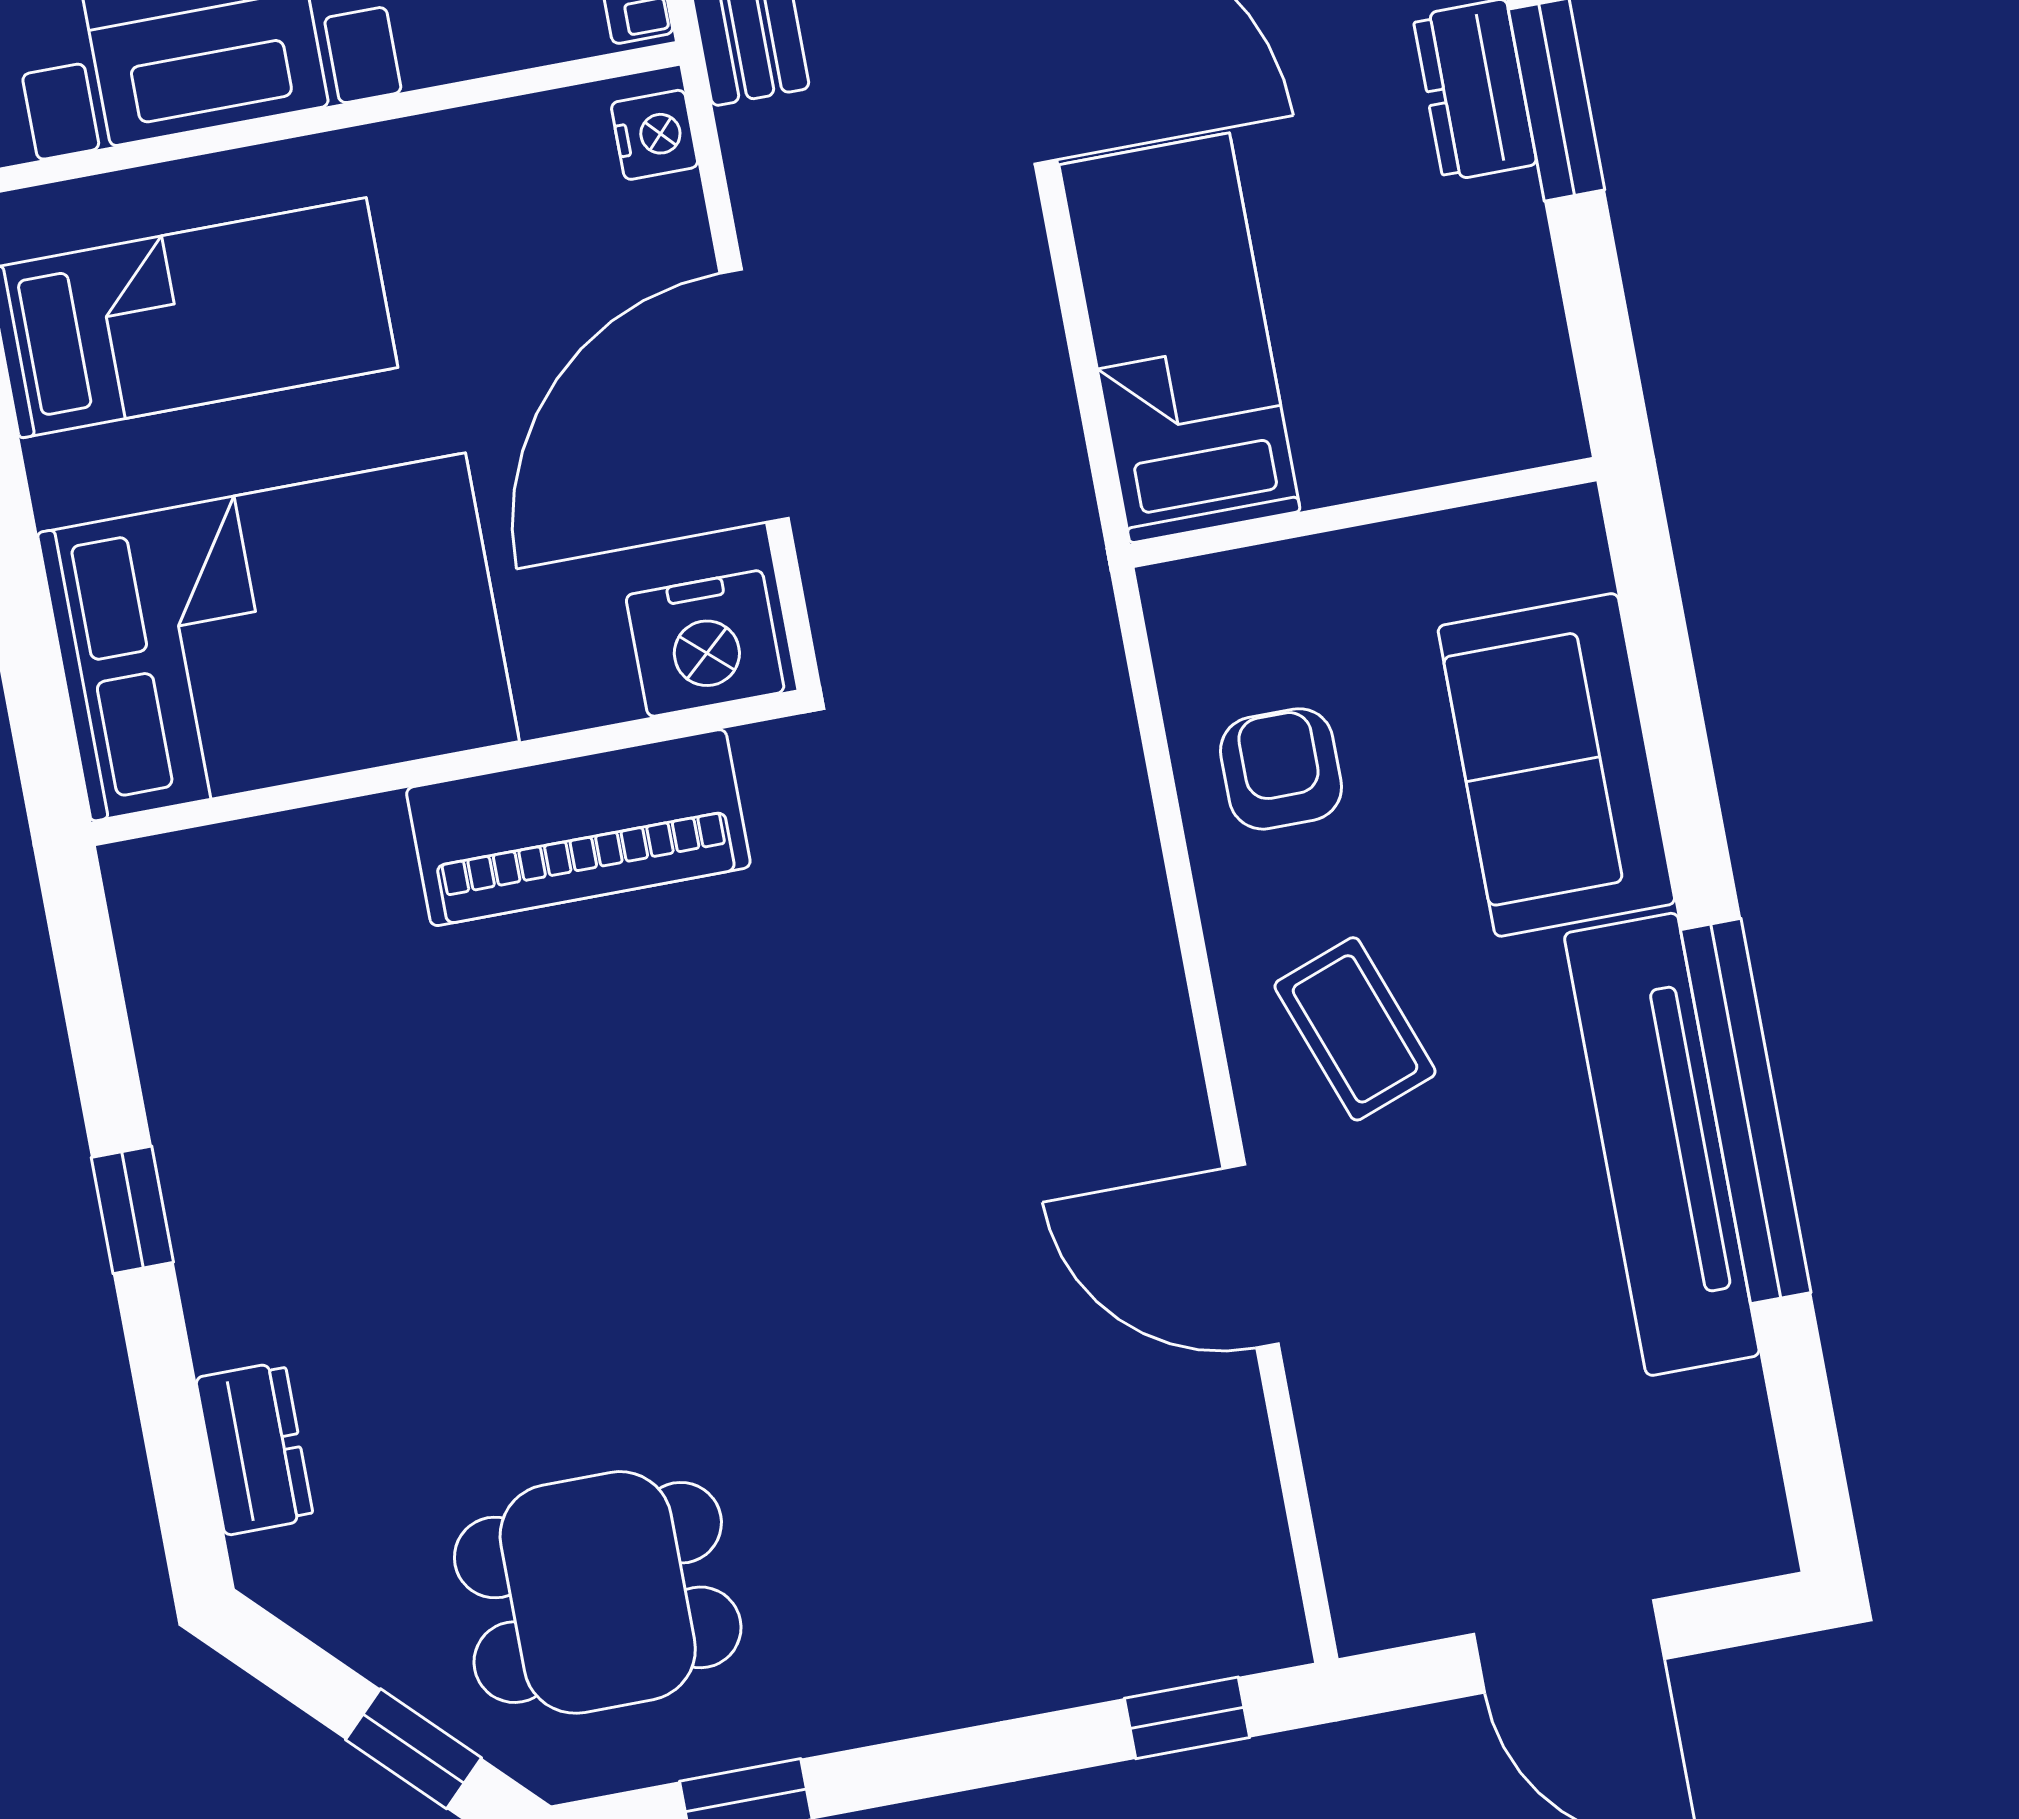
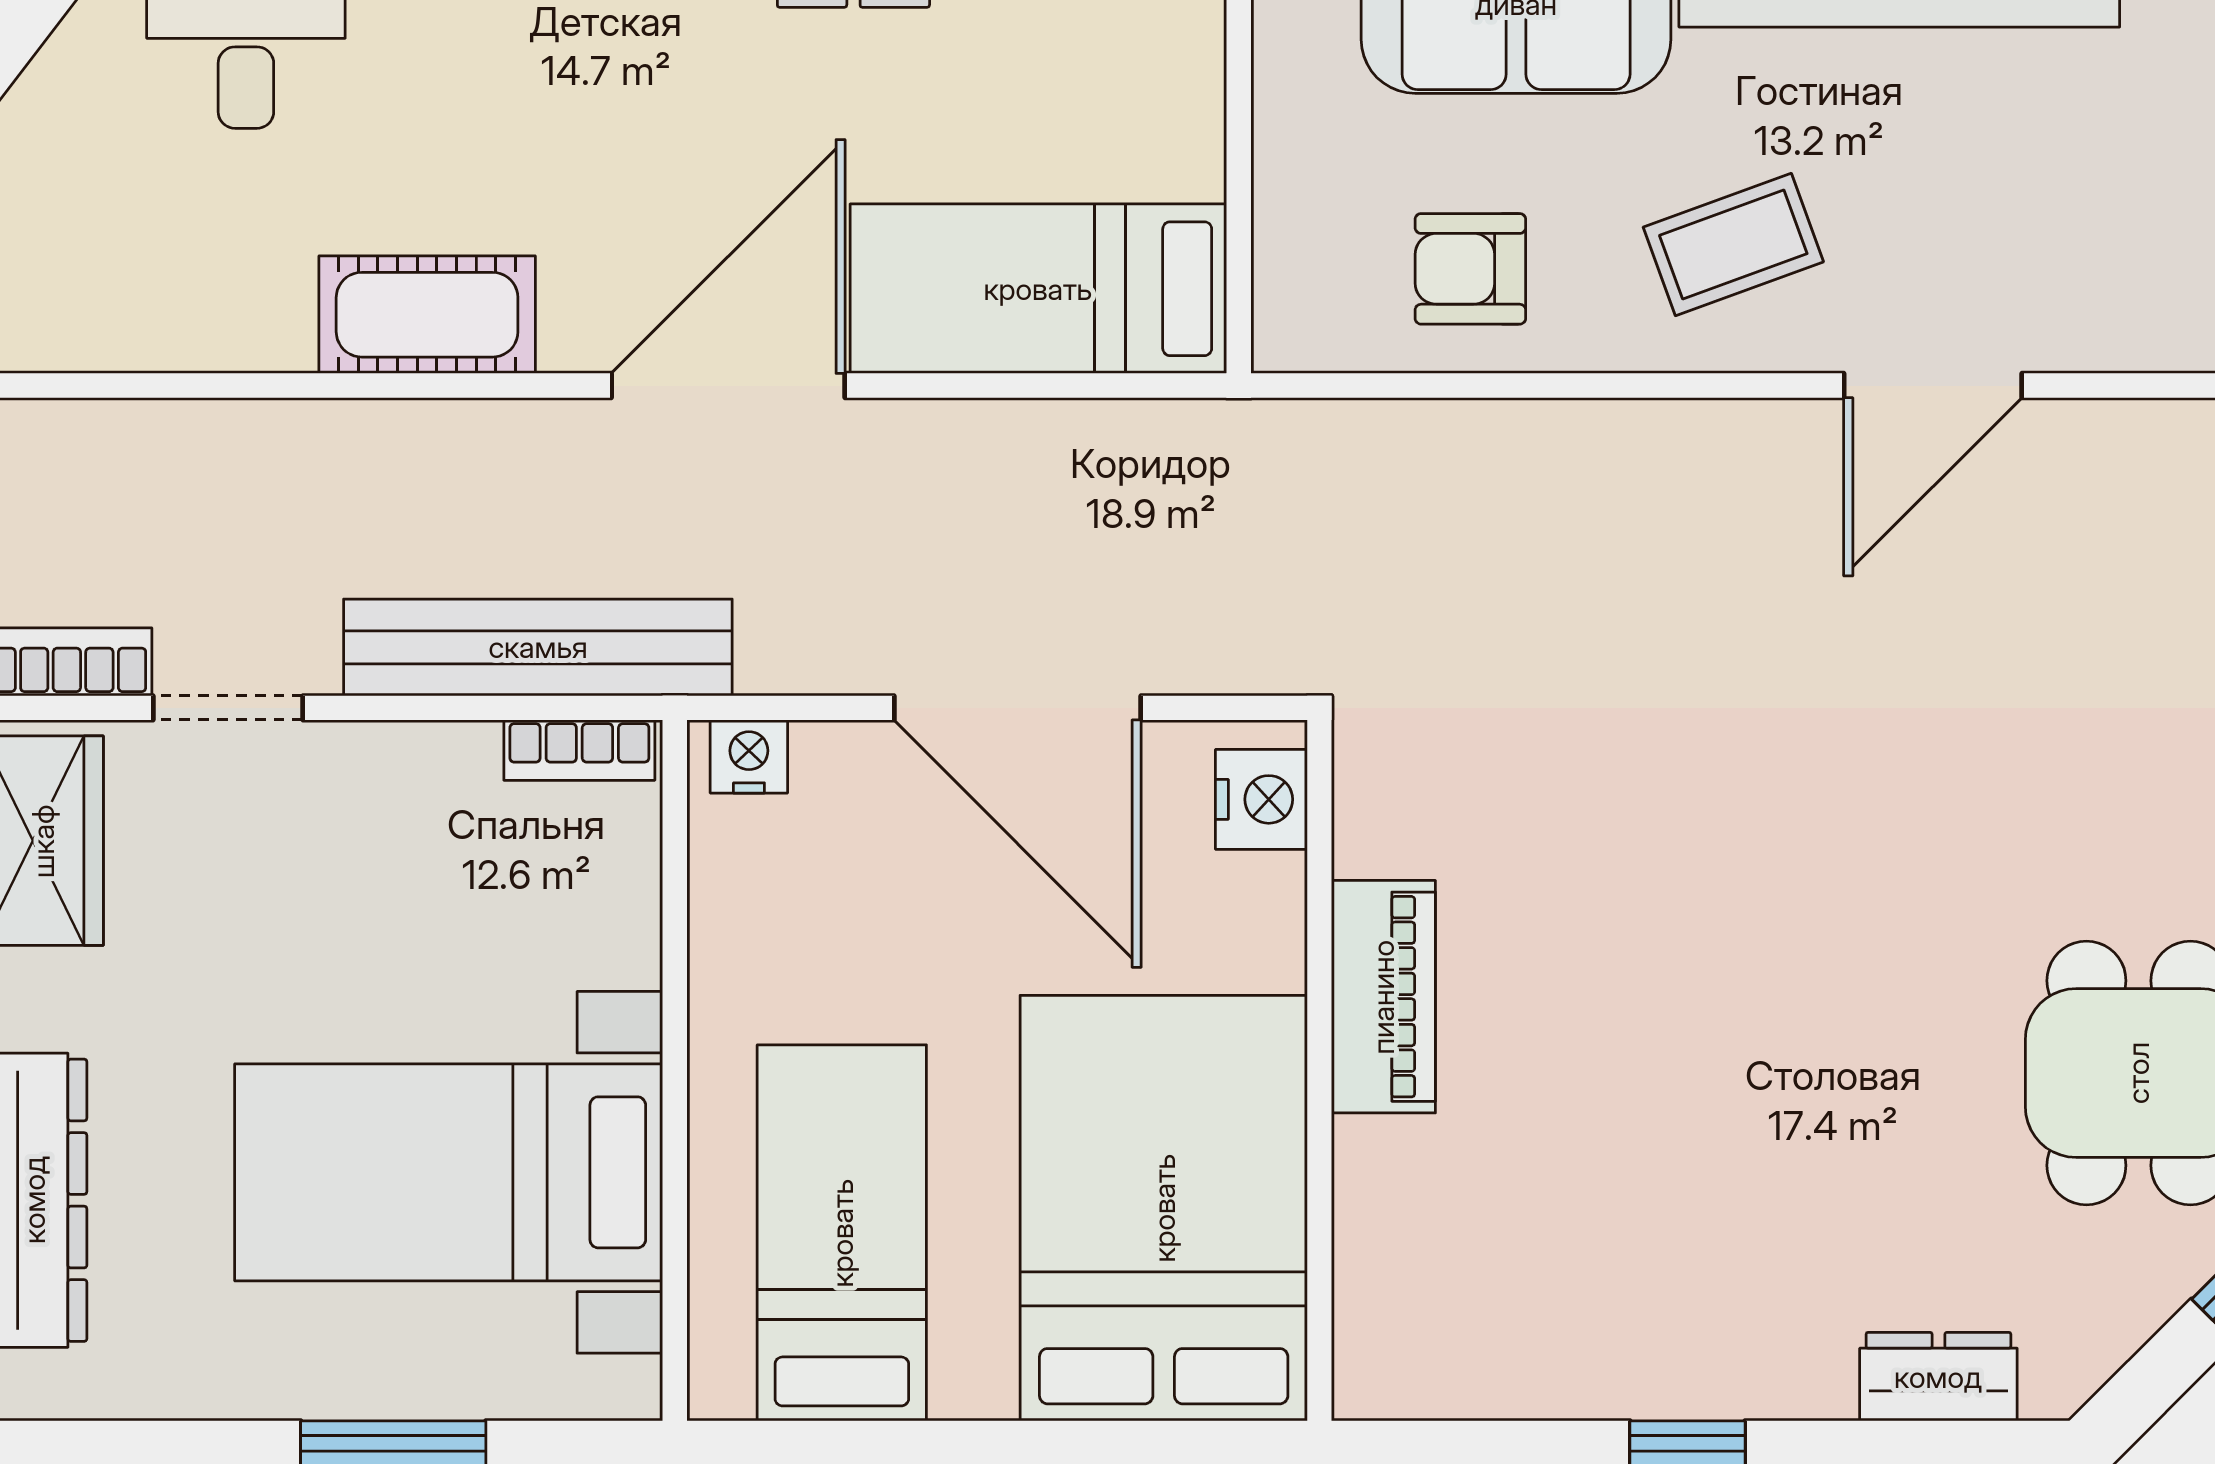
nightstand: (705, 643) -> (1261, 799), width x0.74, depth x0.75
piano: (578, 828) -> (1383, 997), width x0.73, depth x0.75

